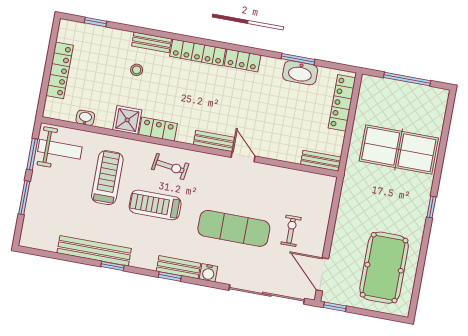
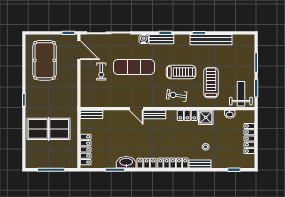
washbasin: (300, 73) -> (126, 162), moved
weight bench: (60, 149) -> (241, 94), turned 90
treadmill: (107, 178) -> (211, 83), turned 180

